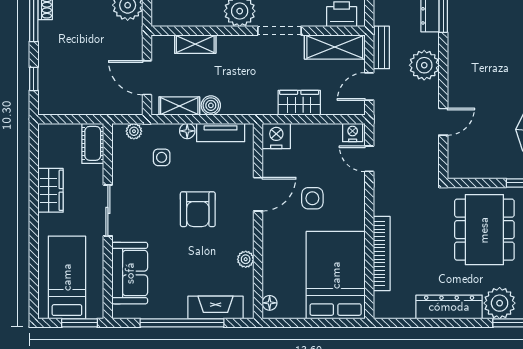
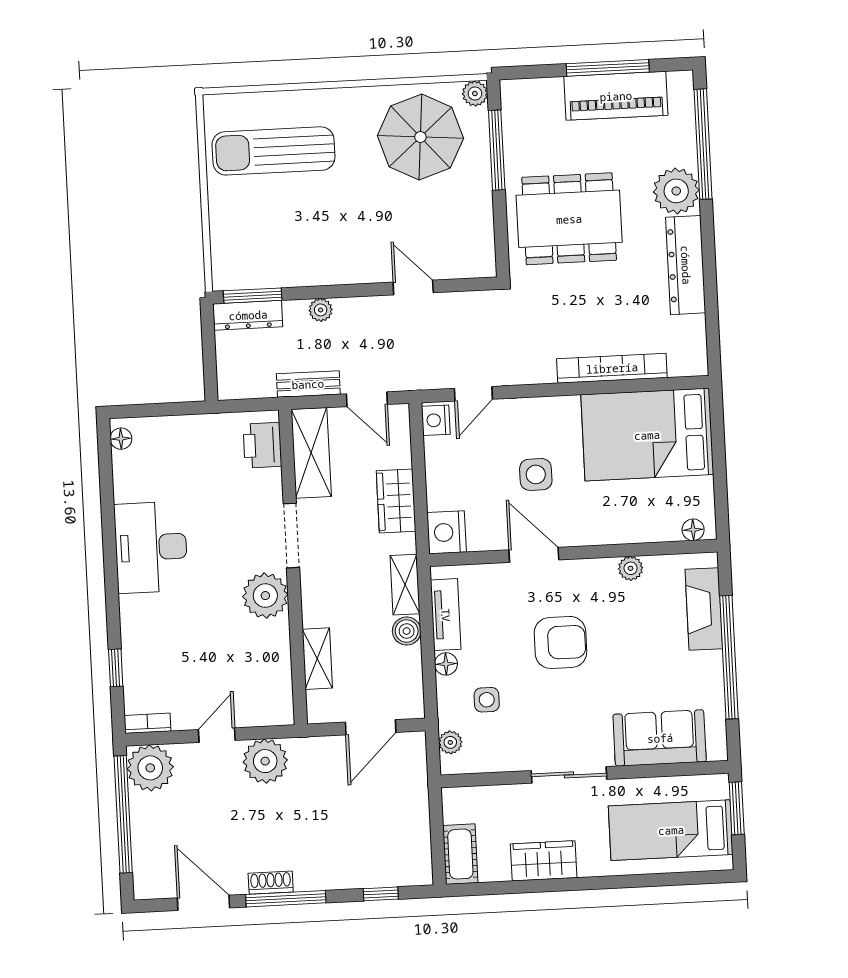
plant: (424, 65) -> (321, 310), width x0.53, depth x0.53
shelving: (179, 106) -> (405, 585), moved
cot: (93, 143) -> (460, 854), moved, turned 90

